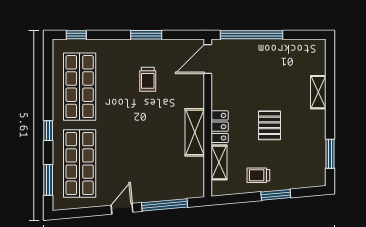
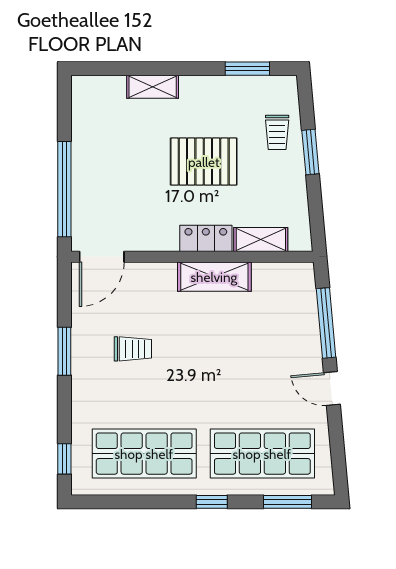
door: (208, 59) -> (102, 257), hinge flipped
pallet: (270, 125) -> (204, 162), width x1.50, depth x1.42
trolley: (258, 175) -> (277, 132), moved

